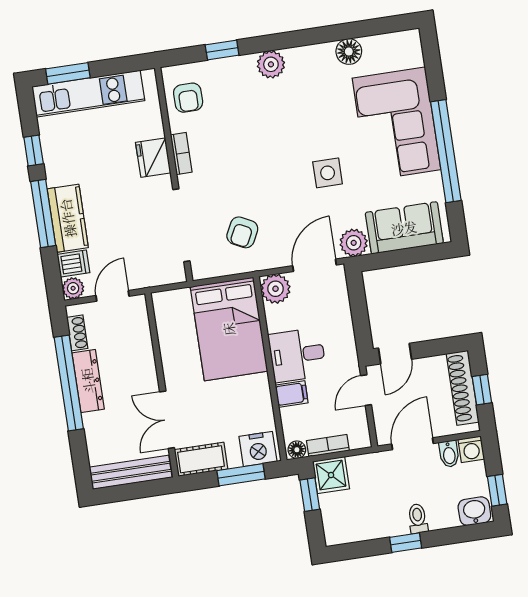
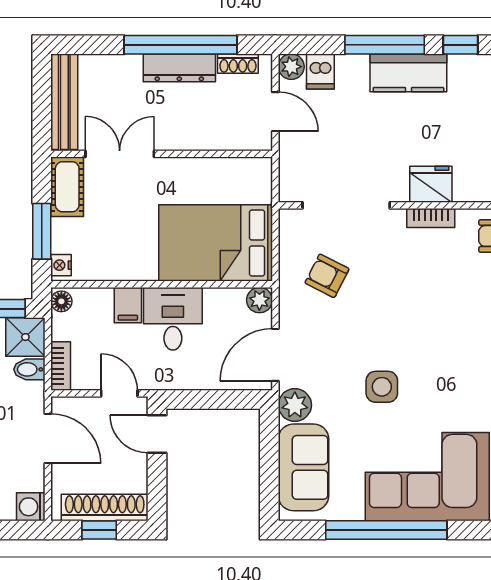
kitchen counter: (68, 218) -> (408, 73), moved
door: (314, 265) -> (275, 355), swing flipped
plant: (276, 289) -> (259, 300), width x0.73, depth x0.73
bookcase: (328, 446) -> (61, 366), moved
nightstand: (258, 449) -> (61, 265), width x0.53, depth x0.56
bidet: (449, 454) -> (29, 369), moved

